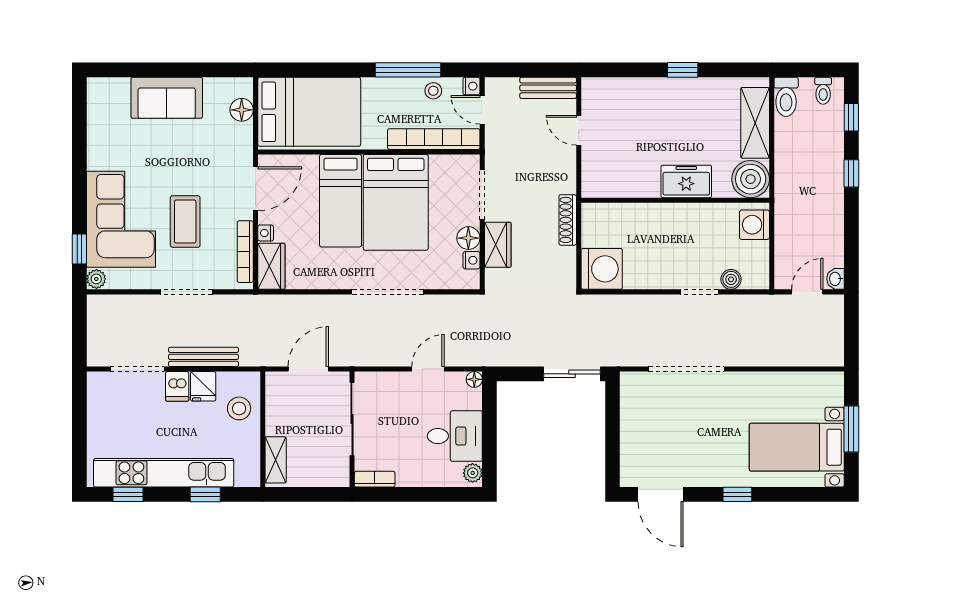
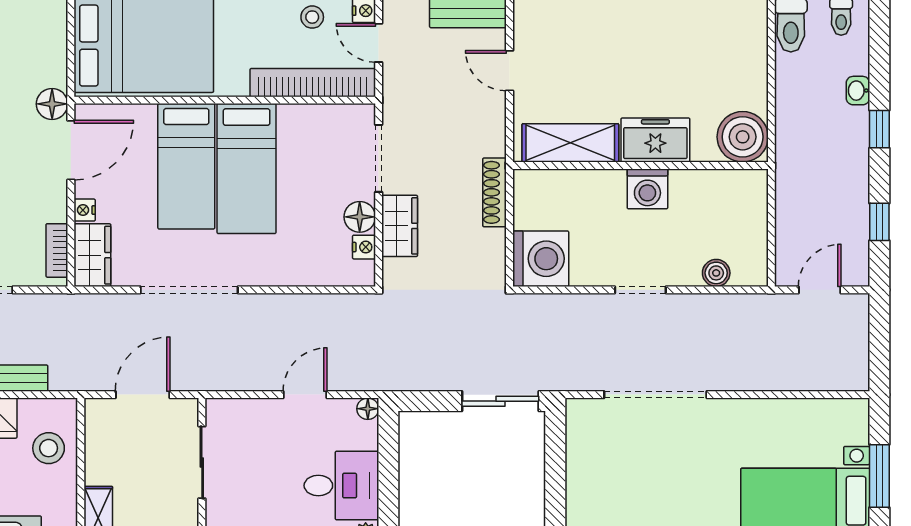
floor lamp: (242, 110) -> (52, 104), moved
window: (851, 117) -> (879, 222), moved
shelving: (755, 123) -> (570, 143), moved, turned 90
bed: (396, 202) -> (247, 168), width x0.67
washing machine: (754, 225) -> (647, 189), moved, turned -90
bookcase: (245, 252) -> (57, 250), width x0.64
washbasin: (836, 279) -> (858, 91), moved
doorway: (388, 292) -> (189, 290), moved
doorway: (699, 292) -> (640, 290), moved
sliding door: (352, 419) -> (202, 462), width x0.73

